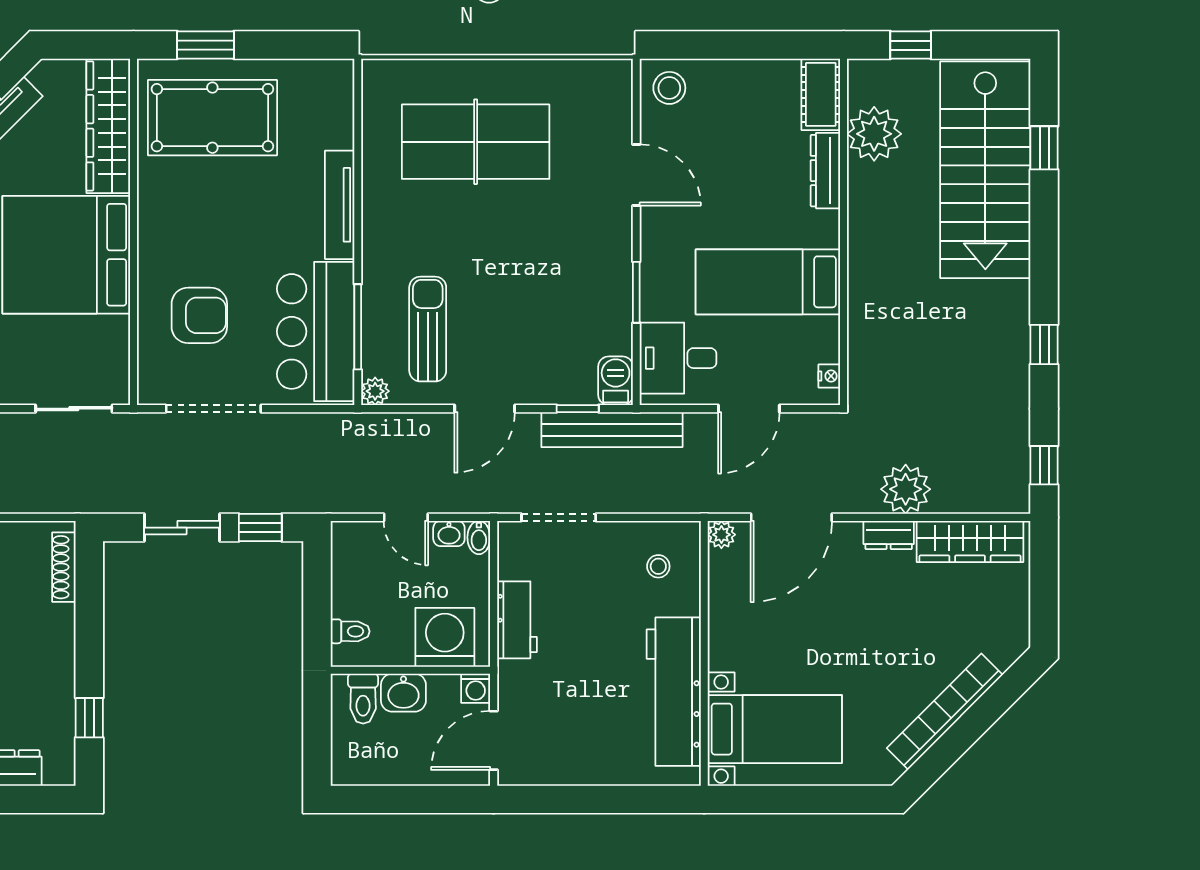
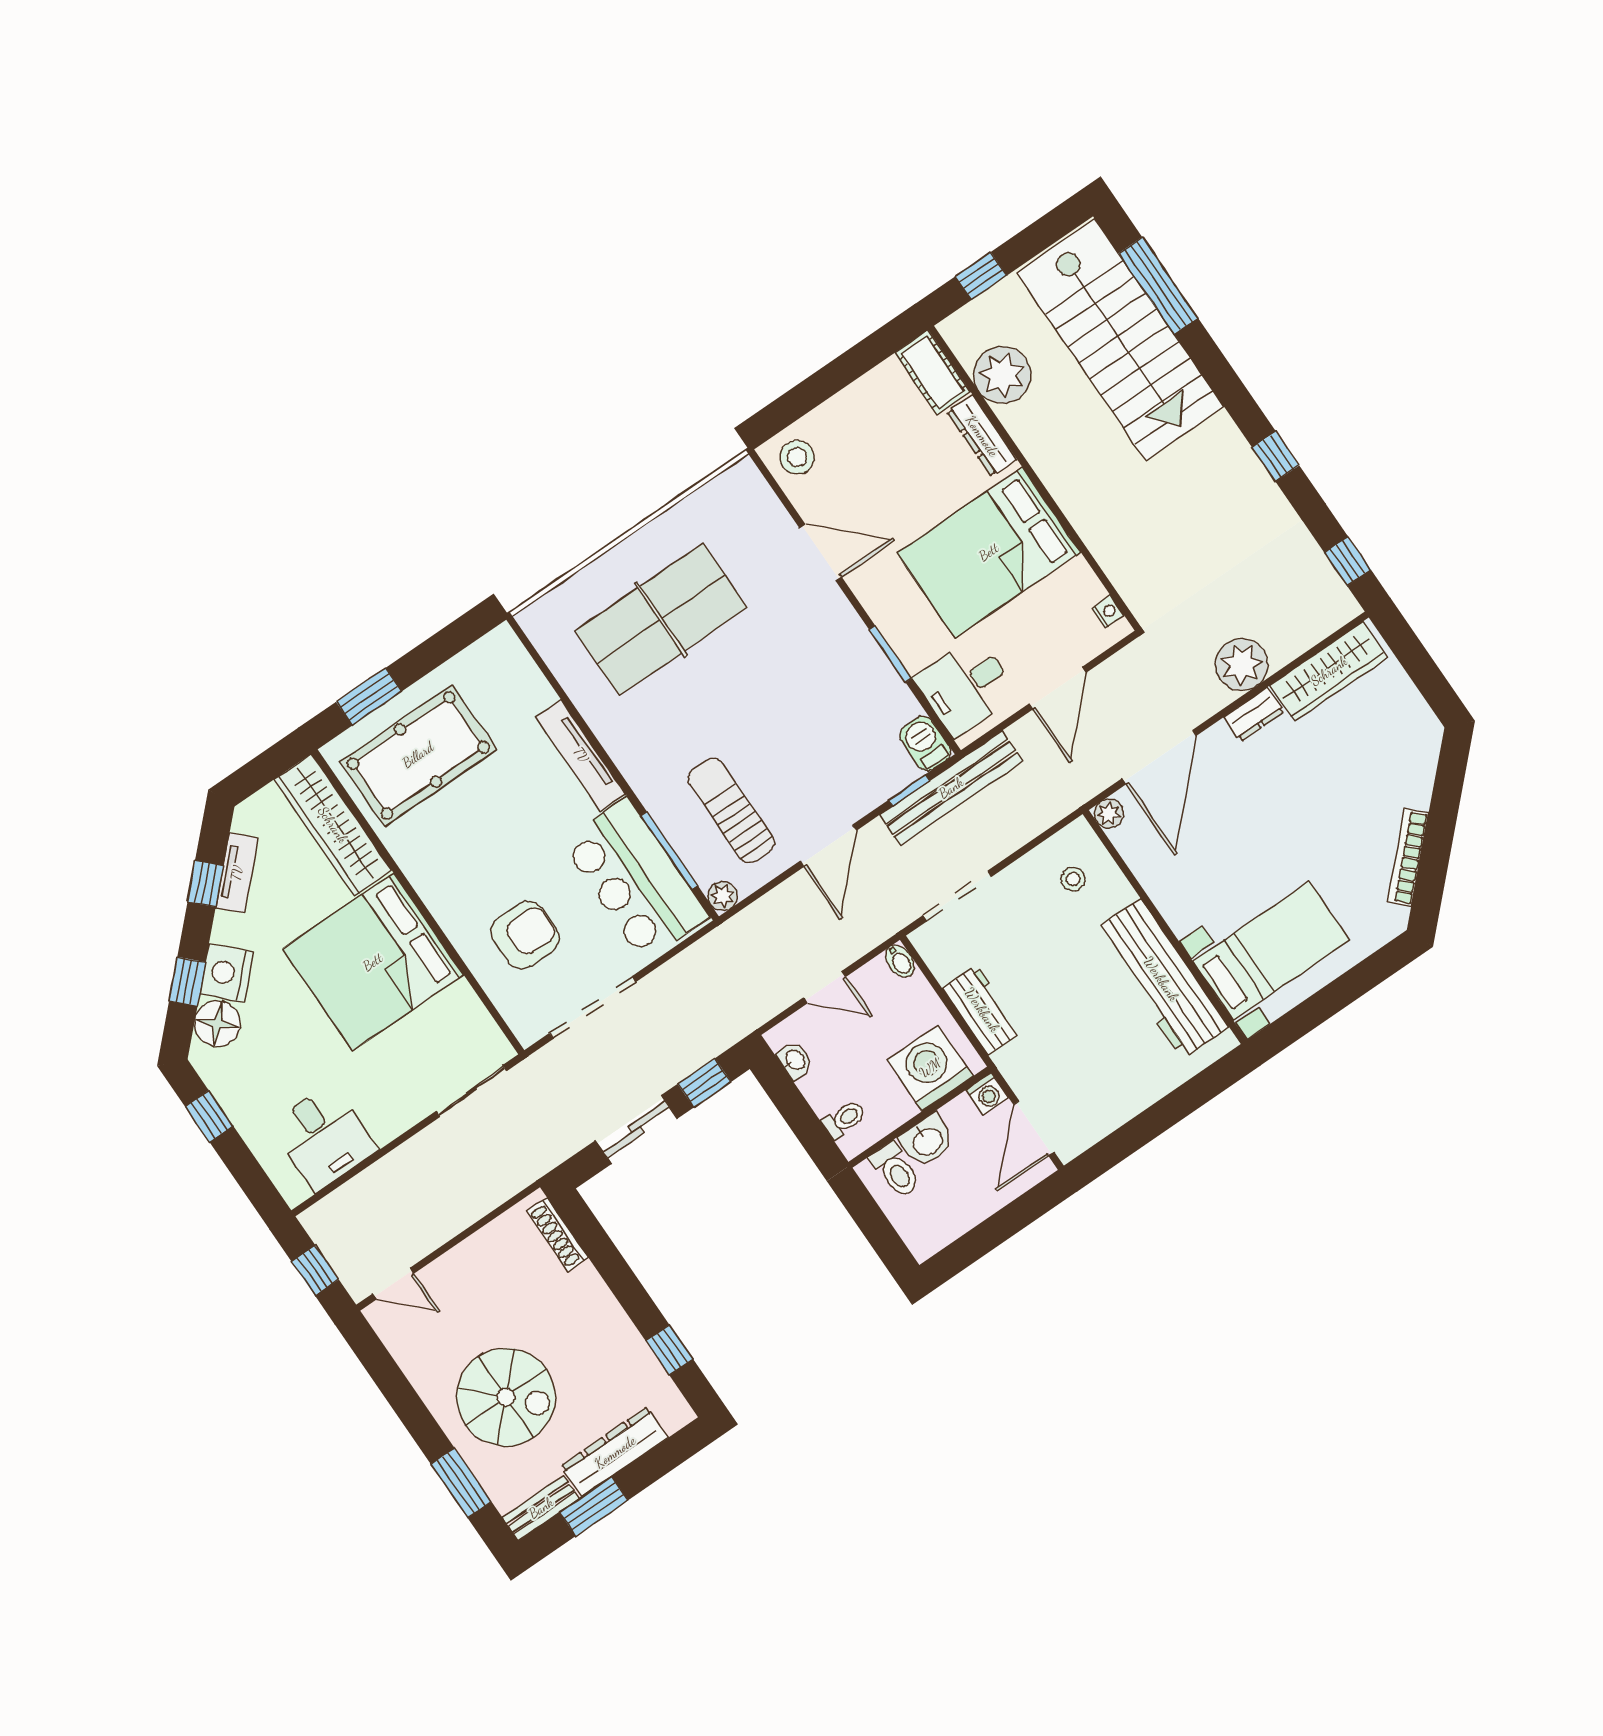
window: (1044, 148) -> (1158, 286), width x2.17
bed: (768, 282) -> (989, 552), width x1.50
washbasin: (449, 533) -> (795, 1060), moved, turned -90
bookcase: (945, 712) -> (1408, 857), width x0.68, depth x0.76

